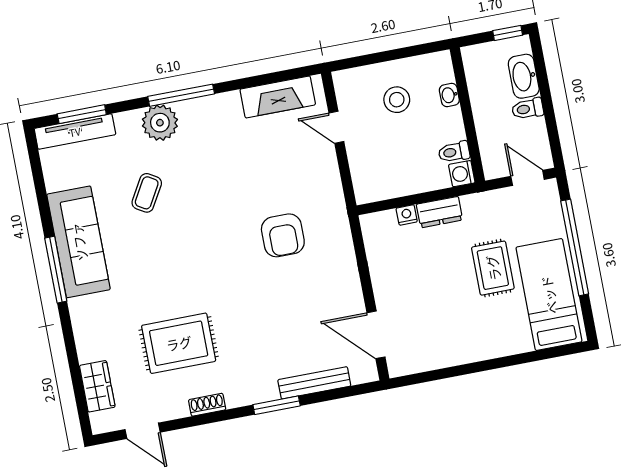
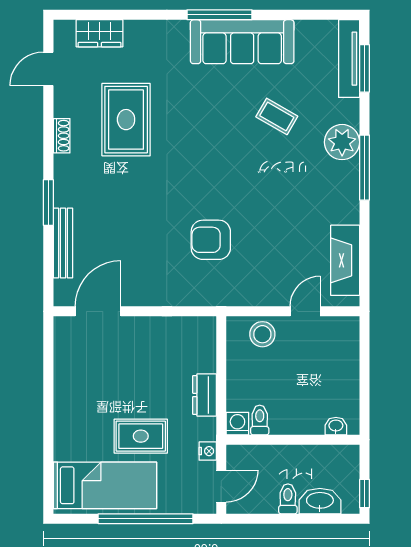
washbasin: (449, 95) -> (336, 426), moved
stool: (397, 100) -> (262, 334), moved
nightstand: (407, 215) -> (208, 451), moved

